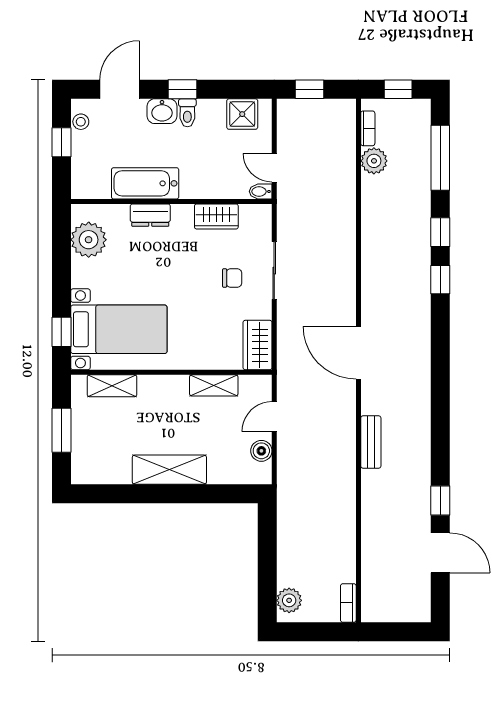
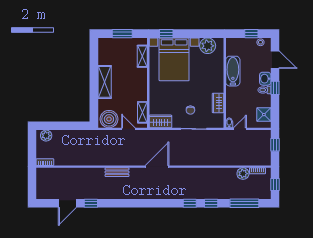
dresser: (150, 215) -> (219, 73), removed
bed with nightstands: (119, 329) -> (174, 59), width x1.36
shelving: (214, 385) -> (142, 112), moved
boiler: (261, 451) -> (109, 119), width x1.86, depth x1.86

